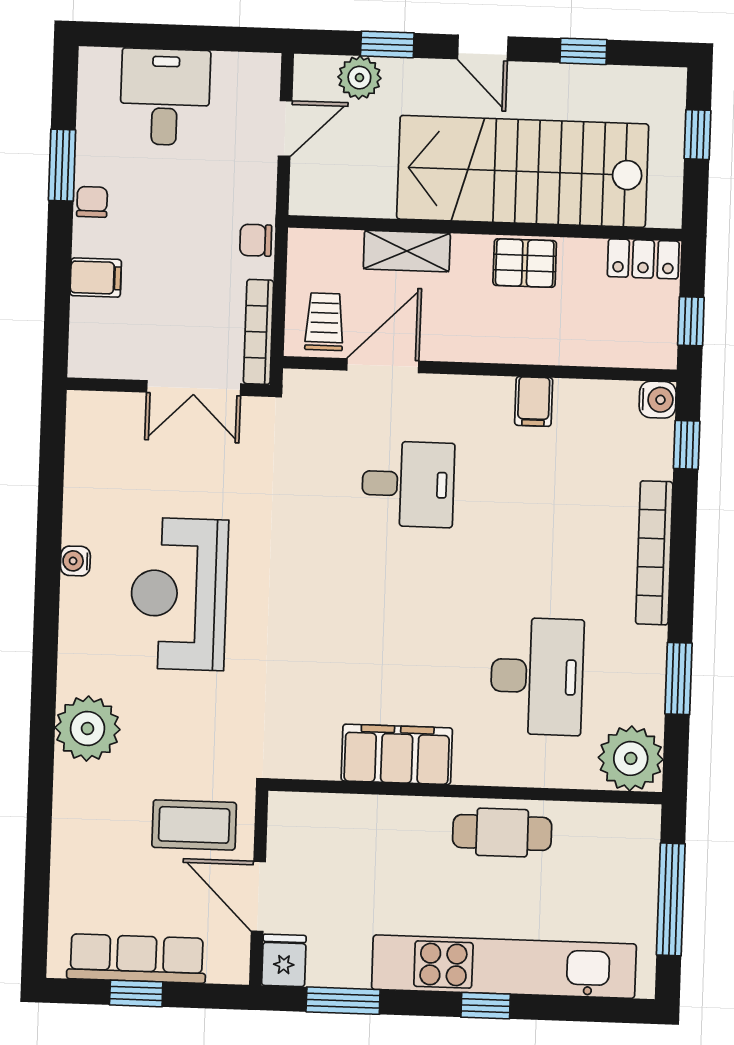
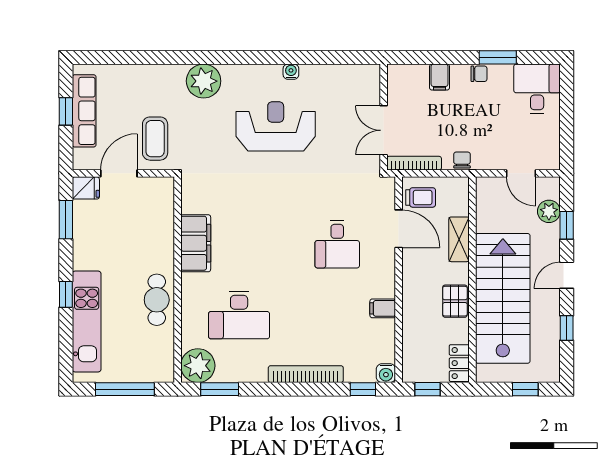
desk: (165, 97) -> (537, 89), moved, turned -90
window: (678, 678) -> (220, 389), moved
kitchen unit: (504, 967) -> (87, 322), width x0.73

